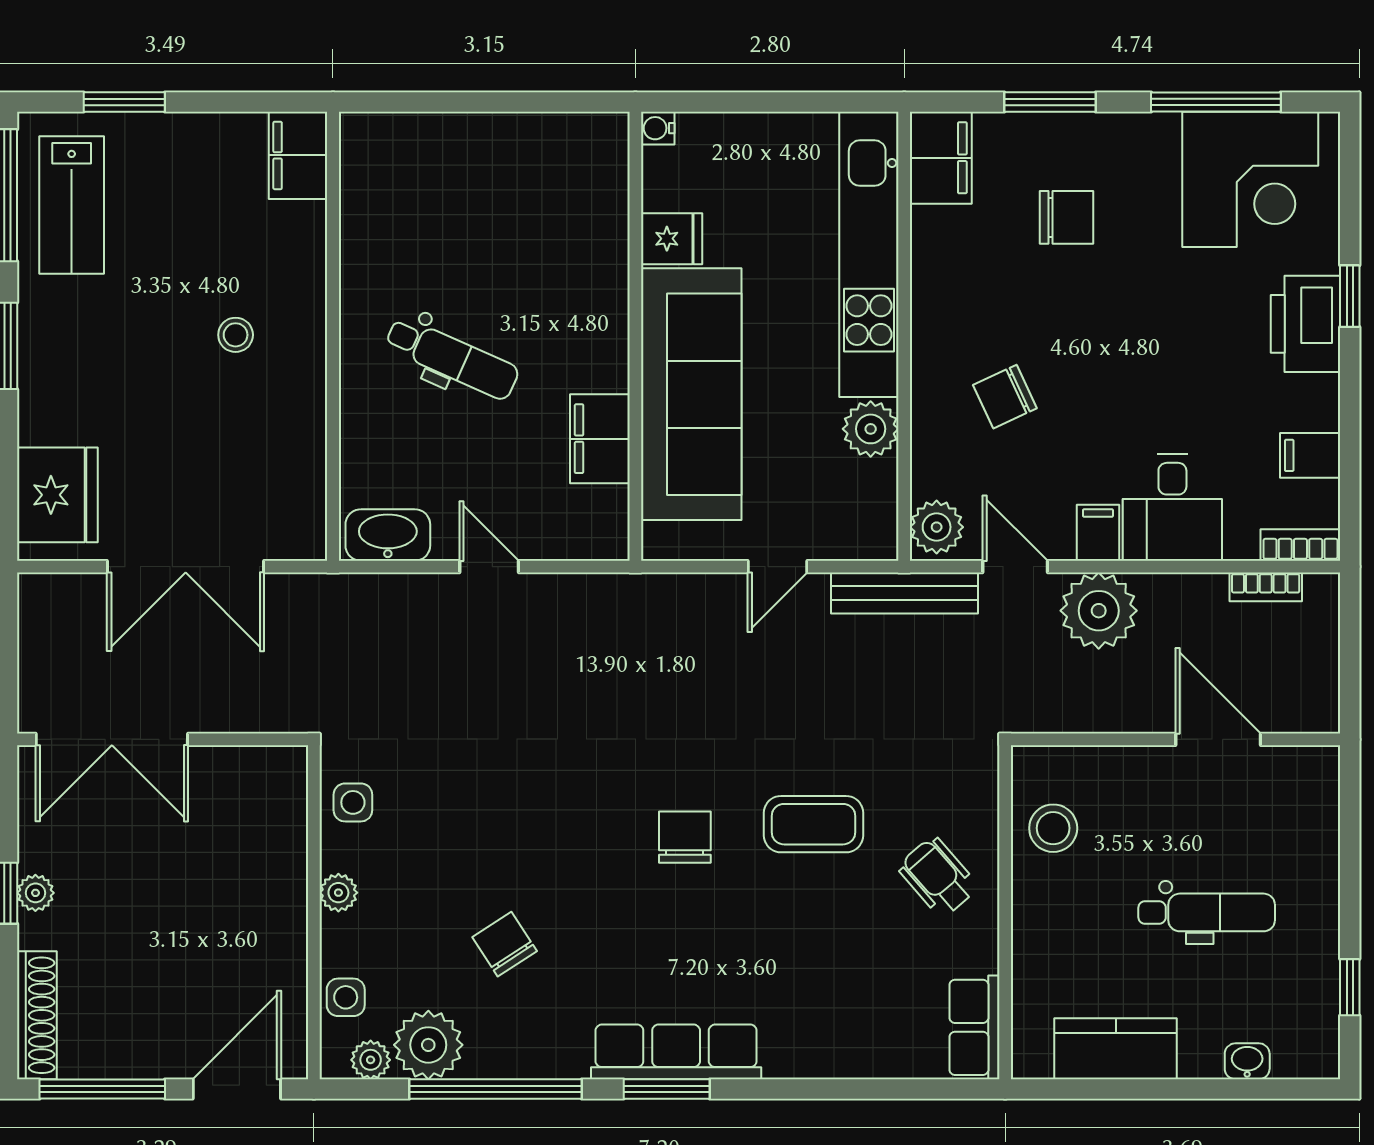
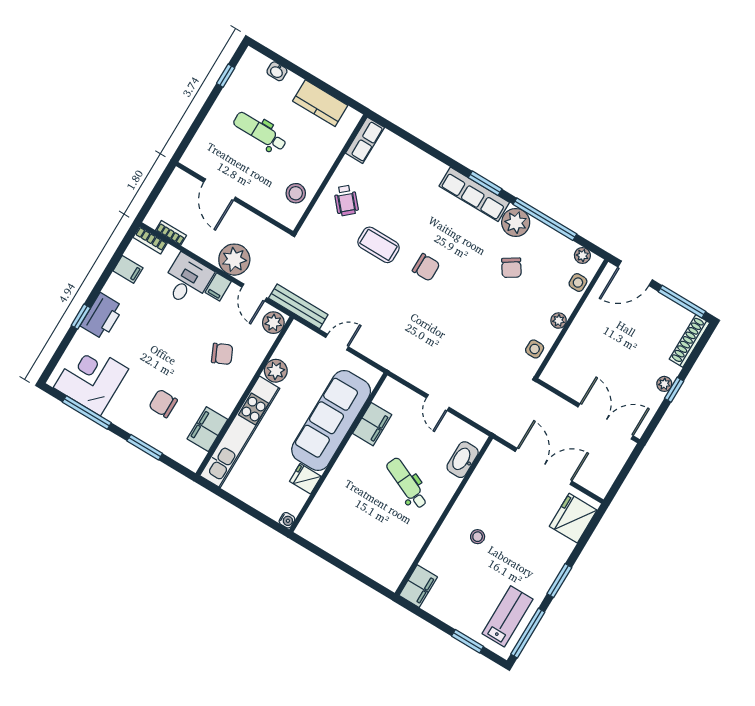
filing cabinet: (941, 158) -> (207, 429), moved
washbasin: (388, 535) -> (463, 460), moved, turned 90
chair: (685, 837) -> (426, 267), turned -90
plant: (428, 1045) -> (516, 222), moved

